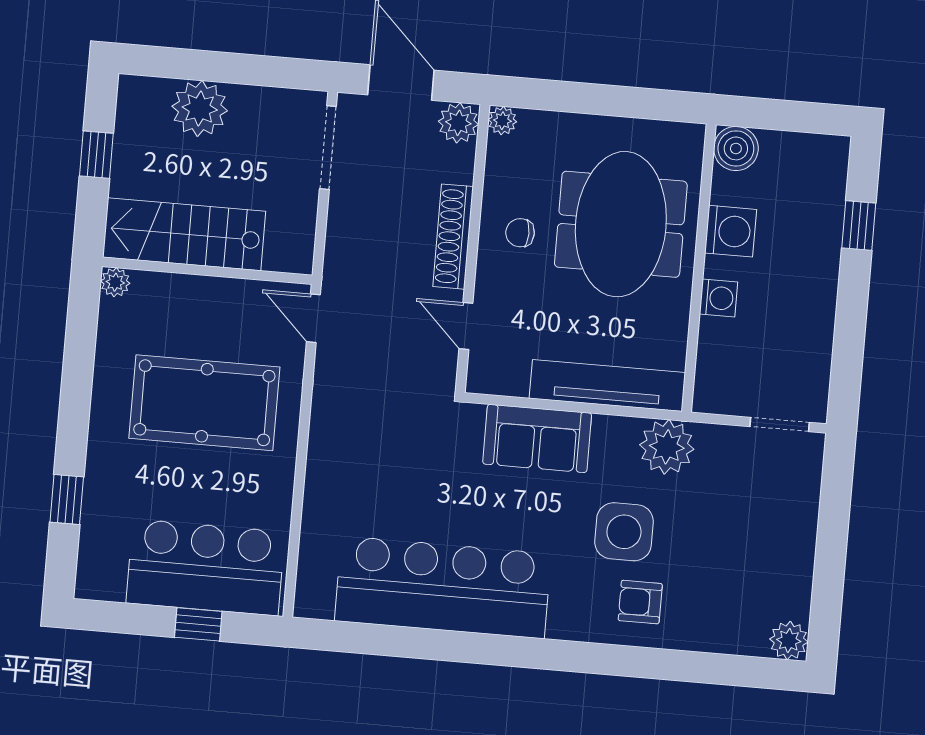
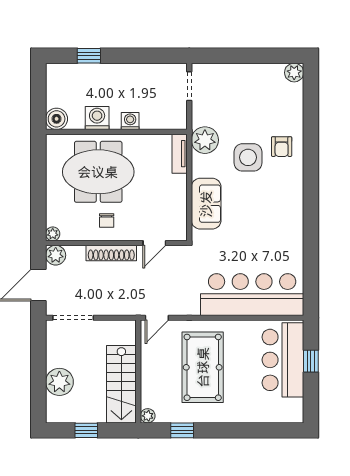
tv unit: (607, 386) -> (180, 154), width x0.52, depth x0.78
window: (67, 500) -> (182, 430), moved
bar counter: (443, 587) -> (252, 295), moved, turned 90

